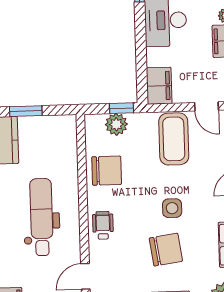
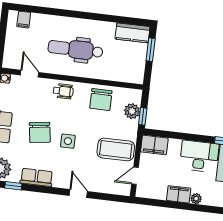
dental chair: (42, 217) -> (75, 49), turned 180

